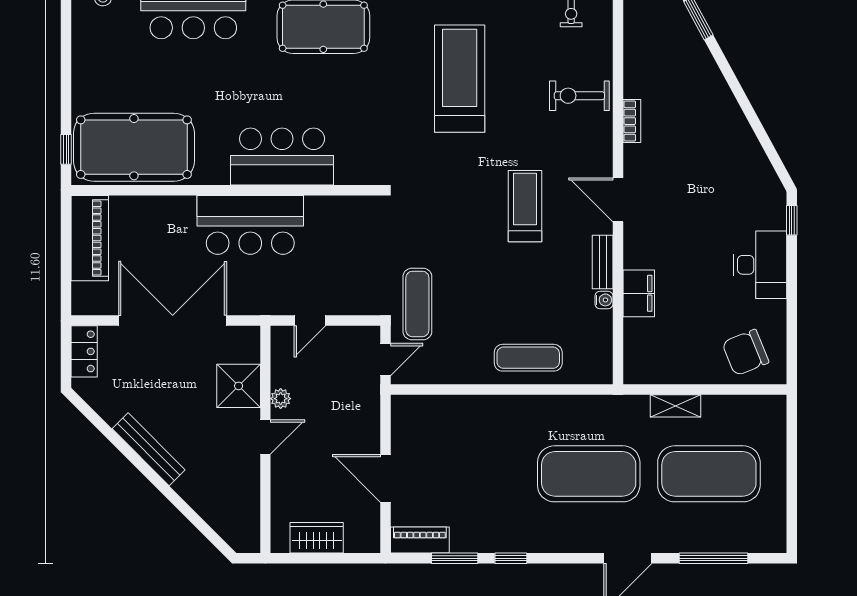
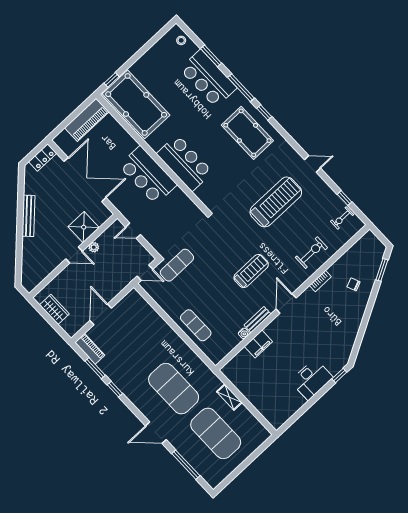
exercise bike: (579, 96) -> (311, 253), turned 90
chair: (745, 353) -> (354, 284), moved, width x0.54, depth x0.54

